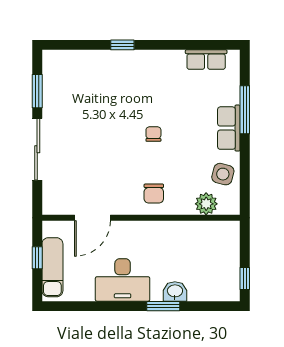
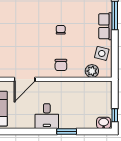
desk: (123, 280) -> (47, 116), width x0.73
washbasin: (175, 291) -> (104, 123), moved

